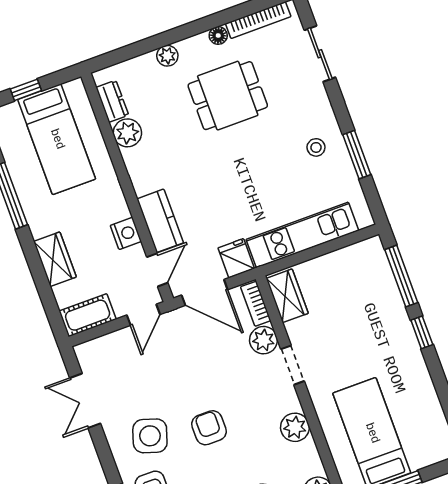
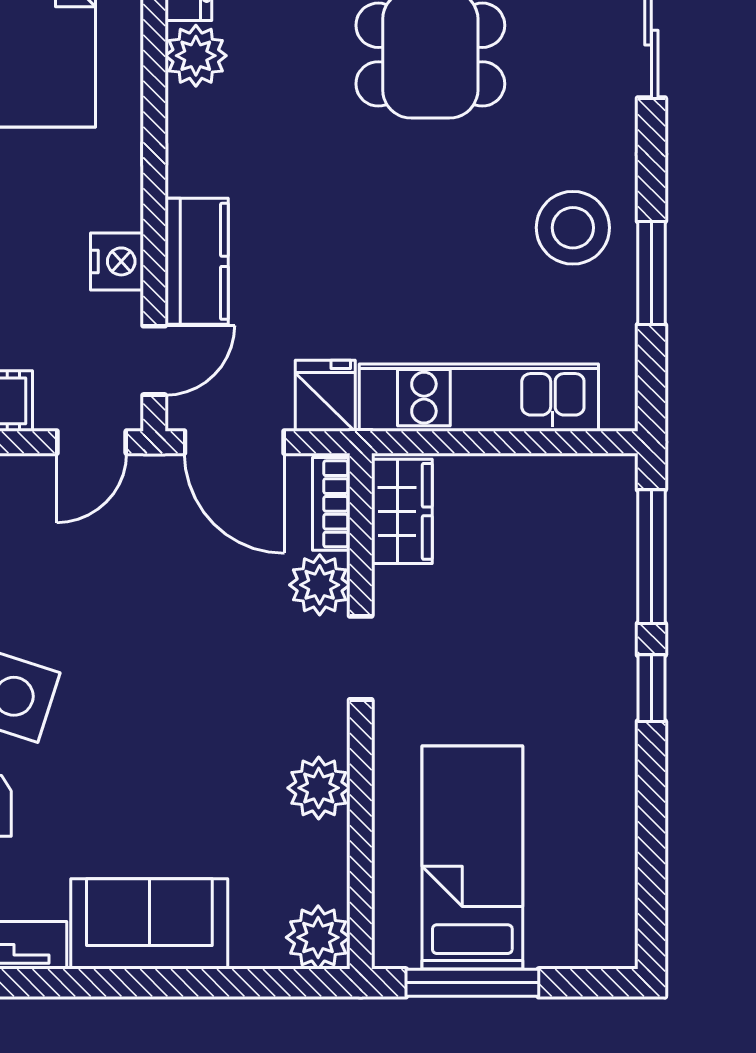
stool: (316, 147) -> (573, 228), width x1.89, depth x1.89
armchair: (209, 428) -> (142, 724), removed

